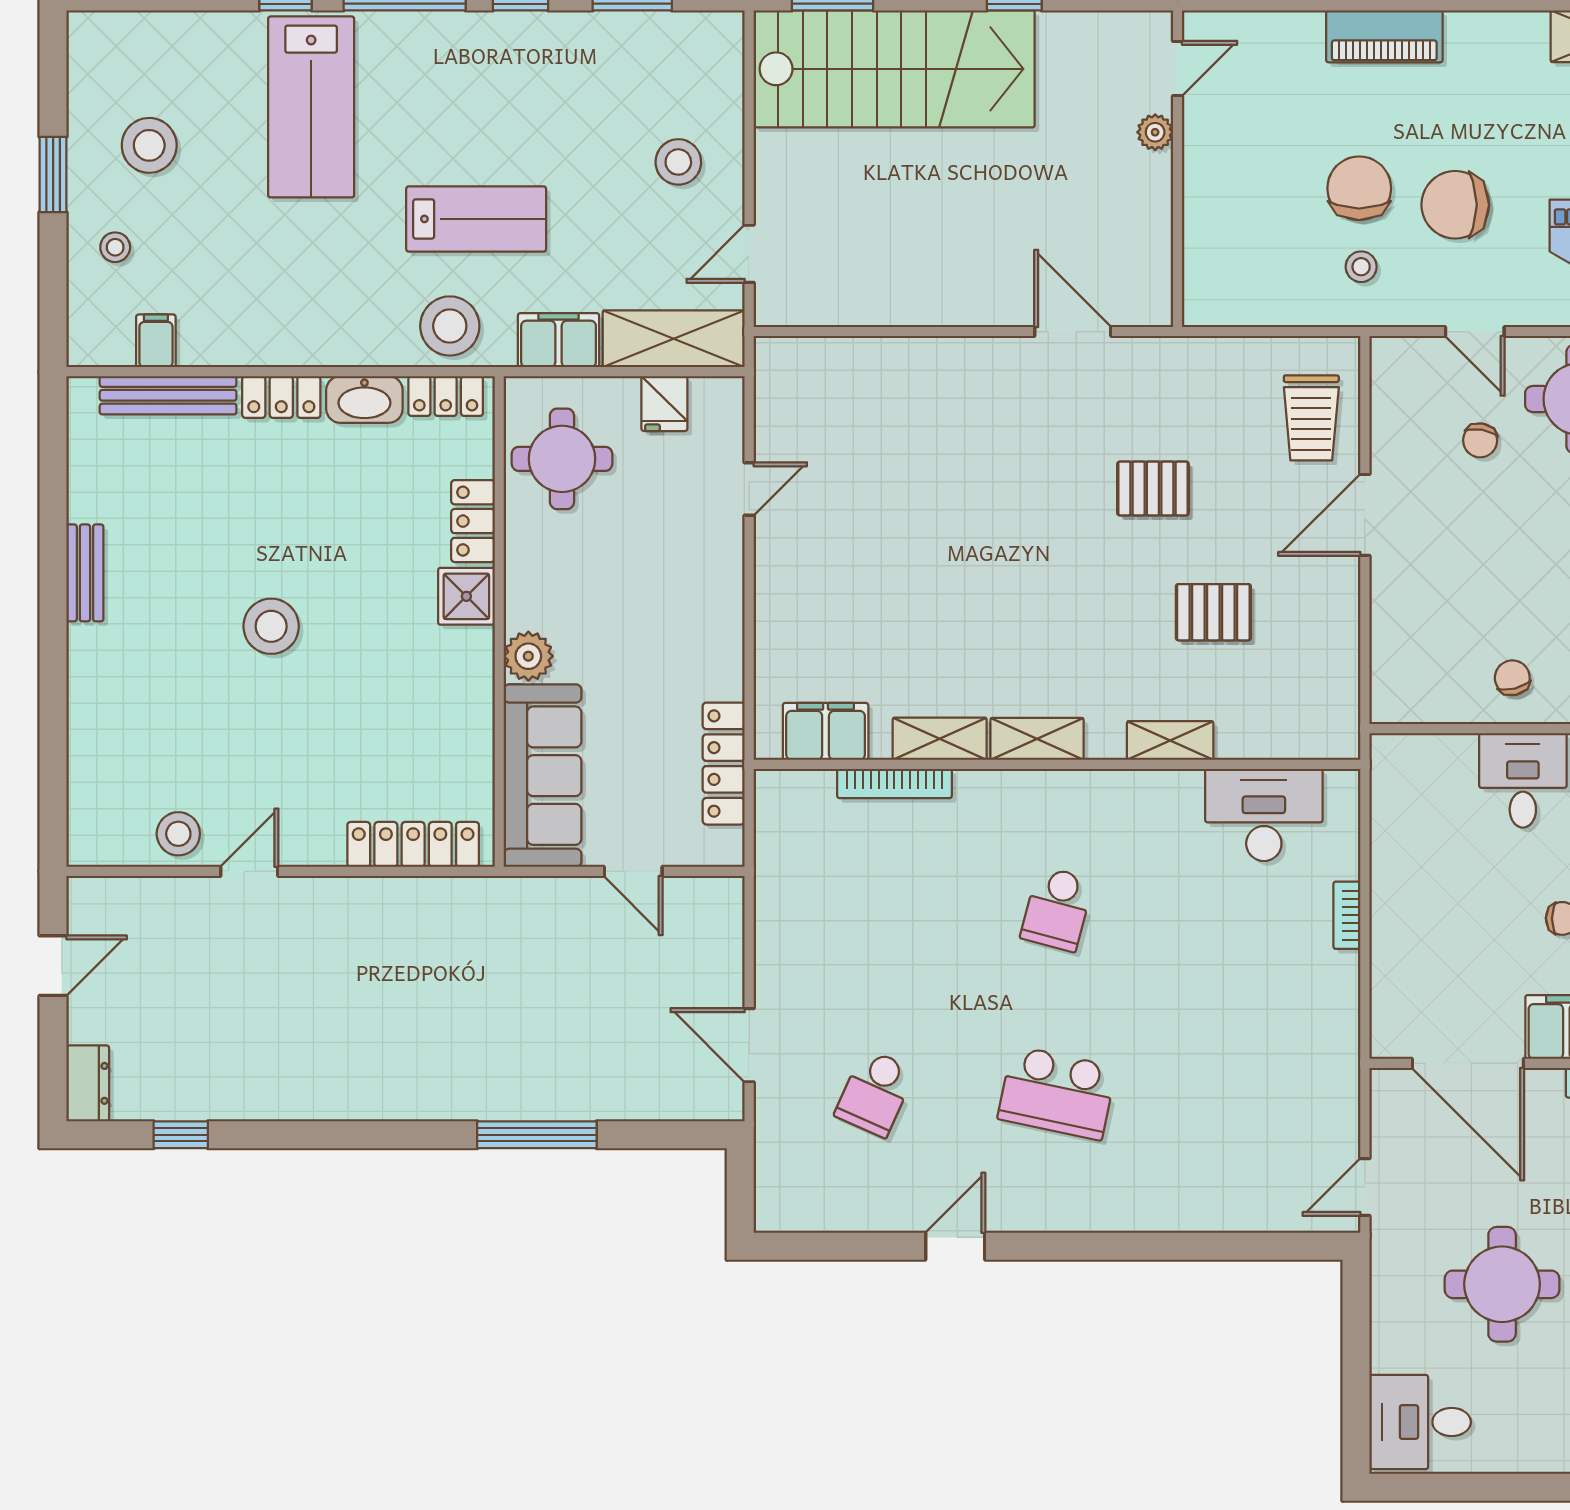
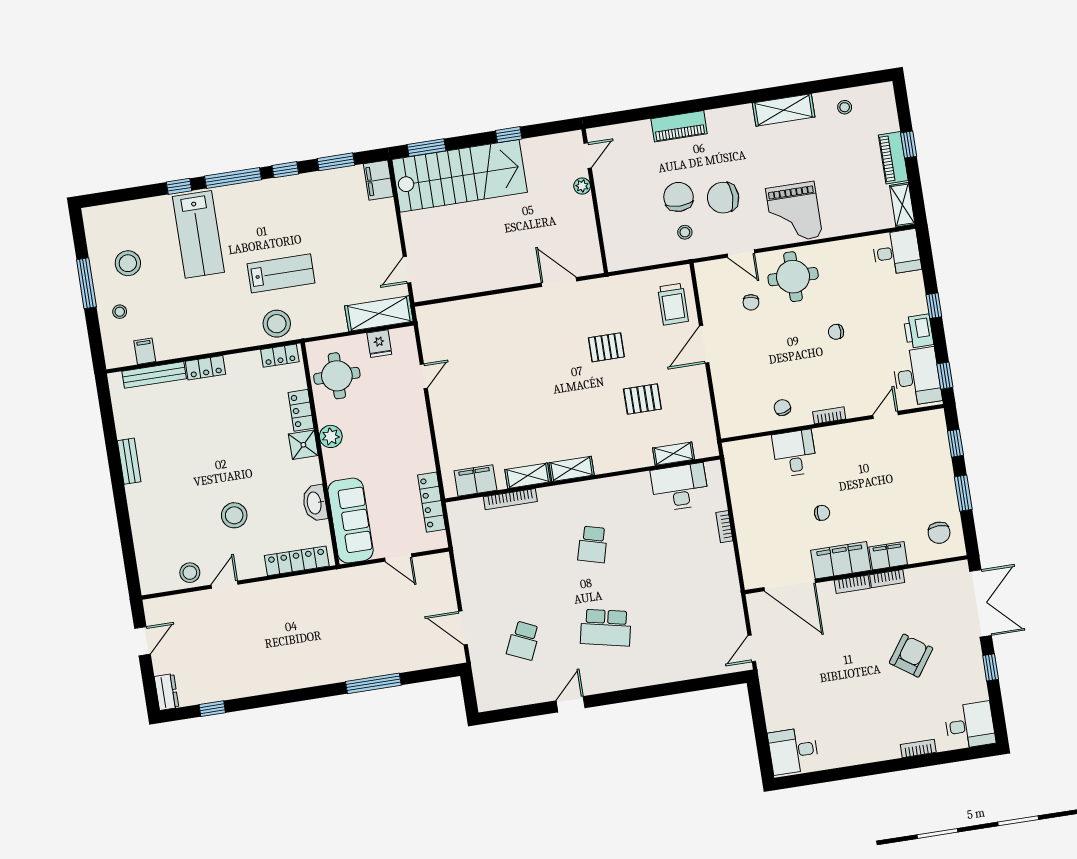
stool: (678, 162) -> (368, 233), removed
window: (53, 175) -> (86, 283), width x1.44
filing cabinet: (559, 340) -> (378, 180), moved, turned -90
washbasin: (364, 400) -> (315, 503), moved, turned 90
stool: (271, 626) -> (234, 515), moved
plant: (528, 656) -> (331, 436), moved
shelving: (1170, 740) -> (673, 454), moved
round table: (1502, 1284) -> (821, 683), removed

